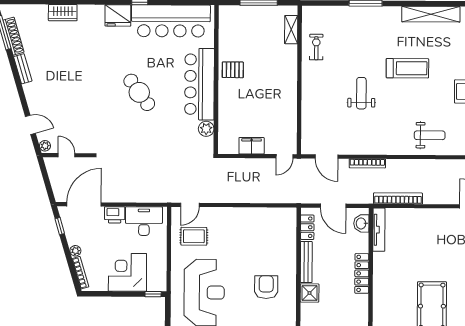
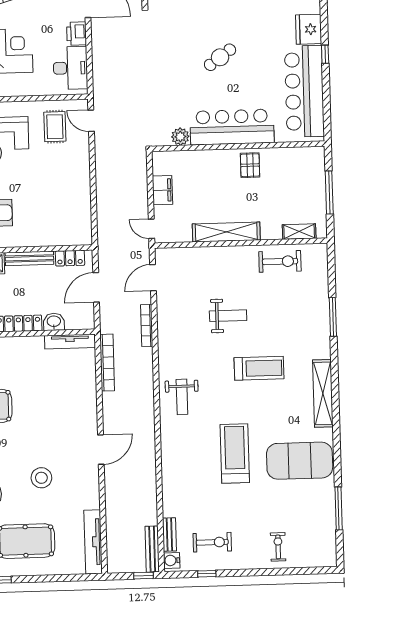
exercise bike: (316, 47) -> (280, 261), width x1.38, depth x1.39
treadmill: (407, 68) -> (259, 368), turned -90
cafe table: (139, 92) -> (220, 57), width x0.73, depth x0.74
shelving: (289, 92) -> (226, 232), added
washbasin: (361, 223) -> (54, 322), moved

